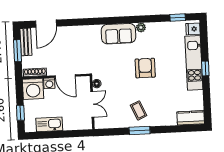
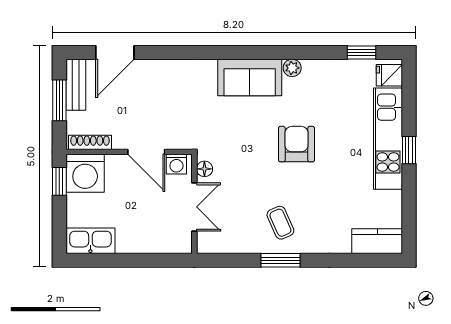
washing machine: (49, 83) -> (176, 164), moved
window: (20, 113) -> (59, 181), moved
kitchen sink: (49, 124) -> (90, 241), moved

